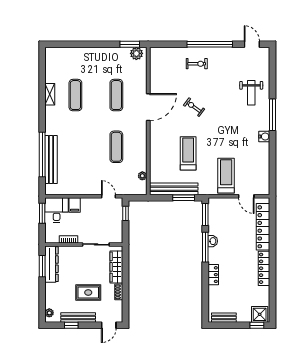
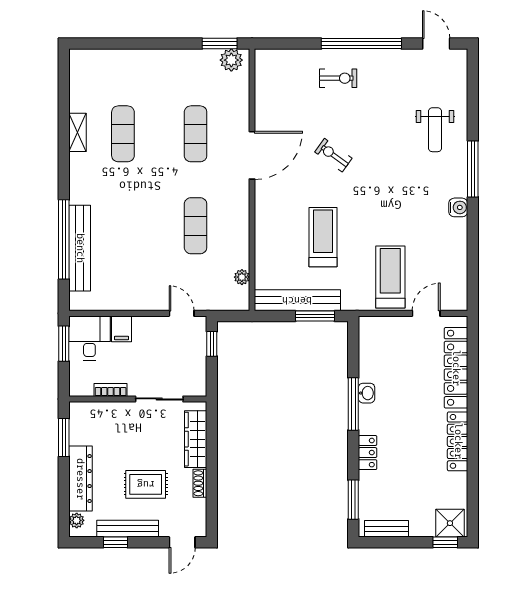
door: (246, 196) -> (426, 313), swing flipped
window: (205, 214) -> (353, 500), moved
dresser: (52, 264) -> (80, 479), moved

